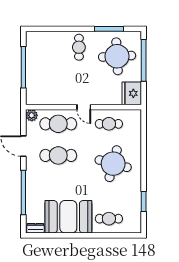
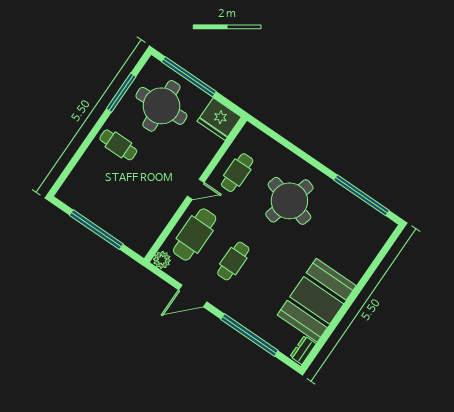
cafe table: (58, 155) -> (233, 261), width x0.73, depth x0.74
window: (144, 202) -> (361, 195), width x2.11
cafe table: (109, 219) -> (353, 252), removed

